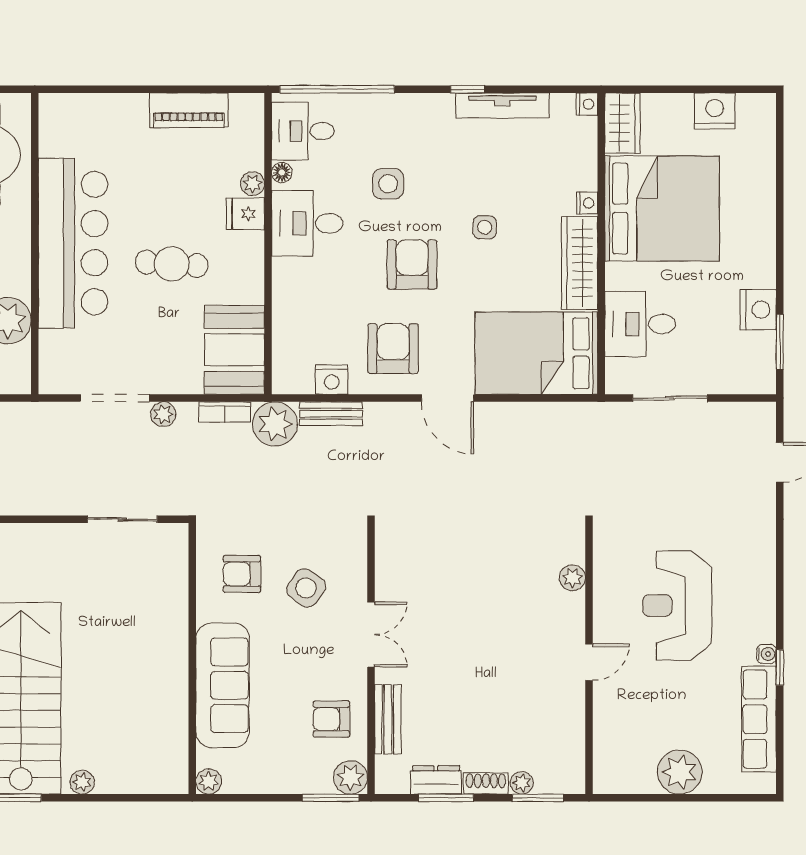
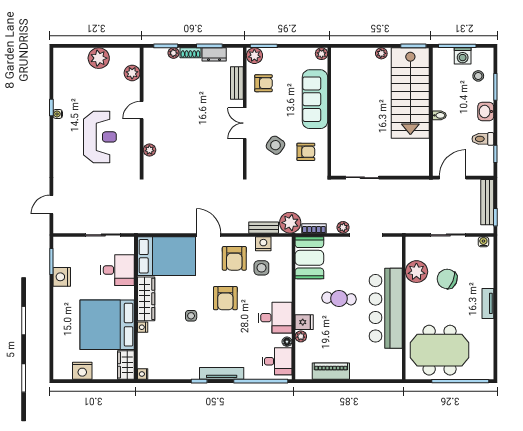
tv unit: (502, 105) -> (222, 373), moved
side table: (388, 184) -> (261, 268), moved
row of seats: (759, 719) -> (61, 83), removed
plant: (609, 741) -> (132, 73), added

